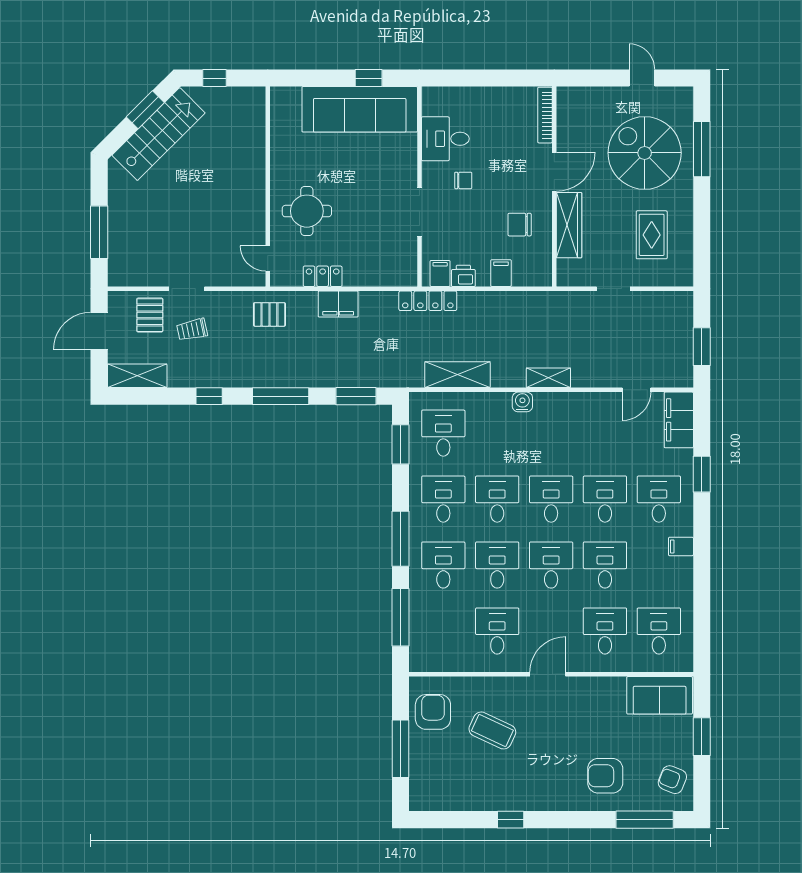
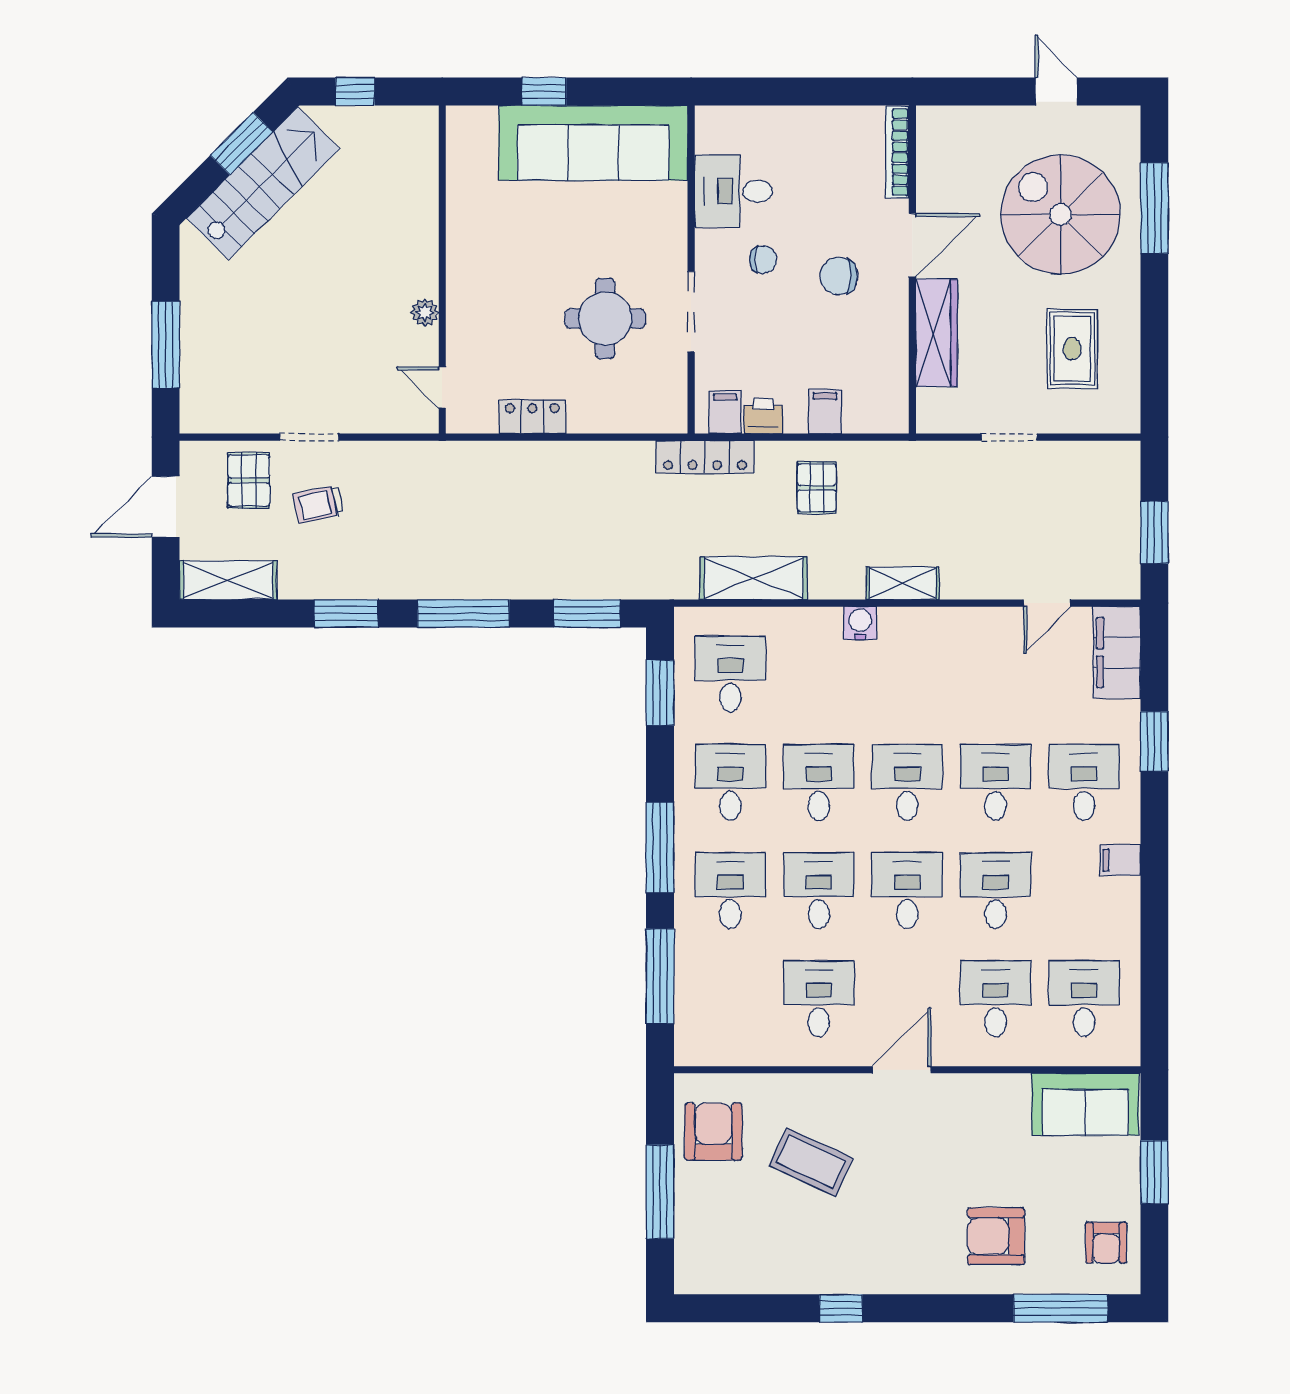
window: (369, 78) -> (544, 91), moved
round table: (307, 211) -> (605, 319), moved
plant: (257, 213) -> (425, 312), added
chair: (520, 225) -> (839, 276), moved
filing cabinet: (338, 304) -> (558, 462), removed
pallet: (269, 314) -> (817, 488), moved, turned 90
window: (209, 396) -> (346, 613), width x1.50
armchair: (672, 780) -> (1106, 1243), turned -112

